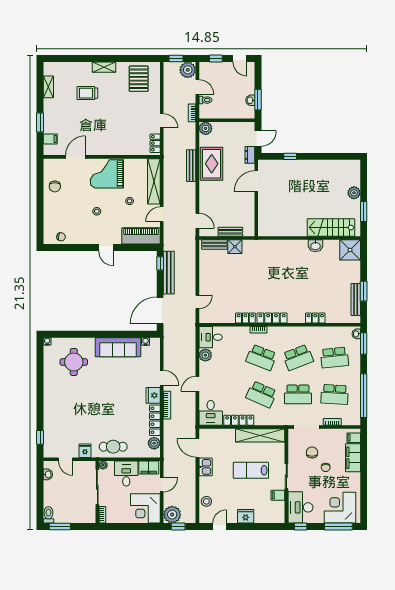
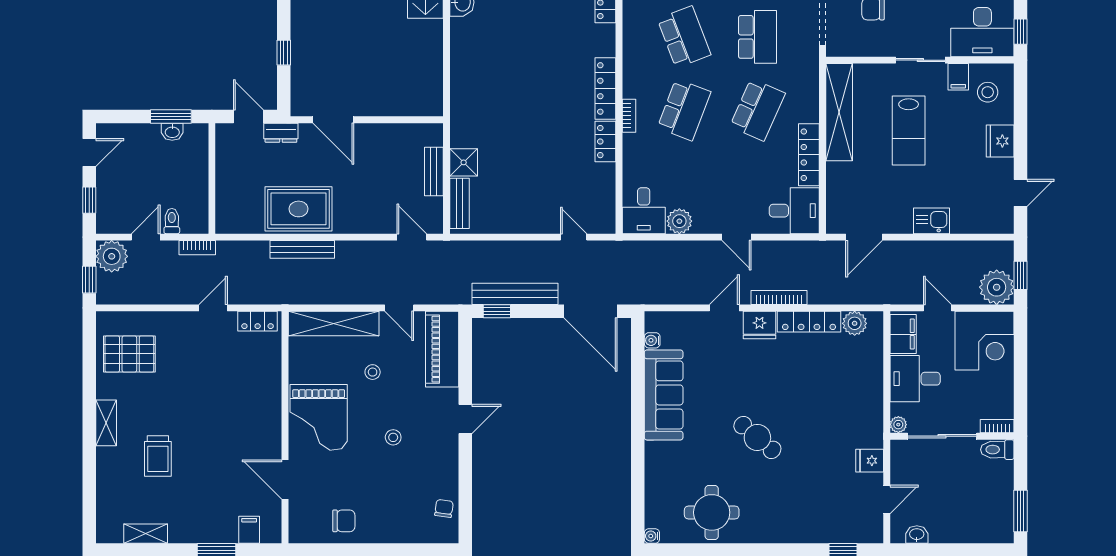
plant: (206, 128) -> (228, 221), removed
door: (197, 221) -> (412, 237), hinge flipped
round table: (74, 362) -> (712, 512), moved
cafe table: (113, 447) -> (757, 437), moved, turned -50
kitchen sink: (206, 467) -> (932, 221), moved
stool: (206, 501) -> (988, 92), moved
toilet: (48, 515) -> (997, 450), moved
door: (220, 527) -> (1021, 193), swing flipped

